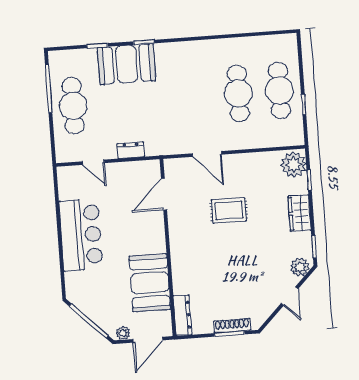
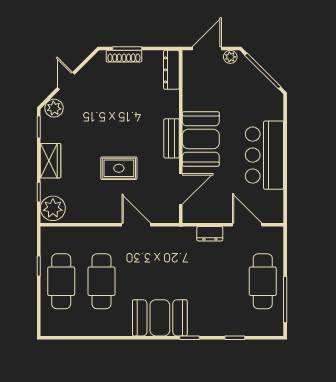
booth: (127, 64) -> (160, 318), moved
door: (93, 162) -> (247, 225), width x1.37
bench: (177, 245) -> (172, 138), added
booth: (150, 283) -> (201, 139), moved

